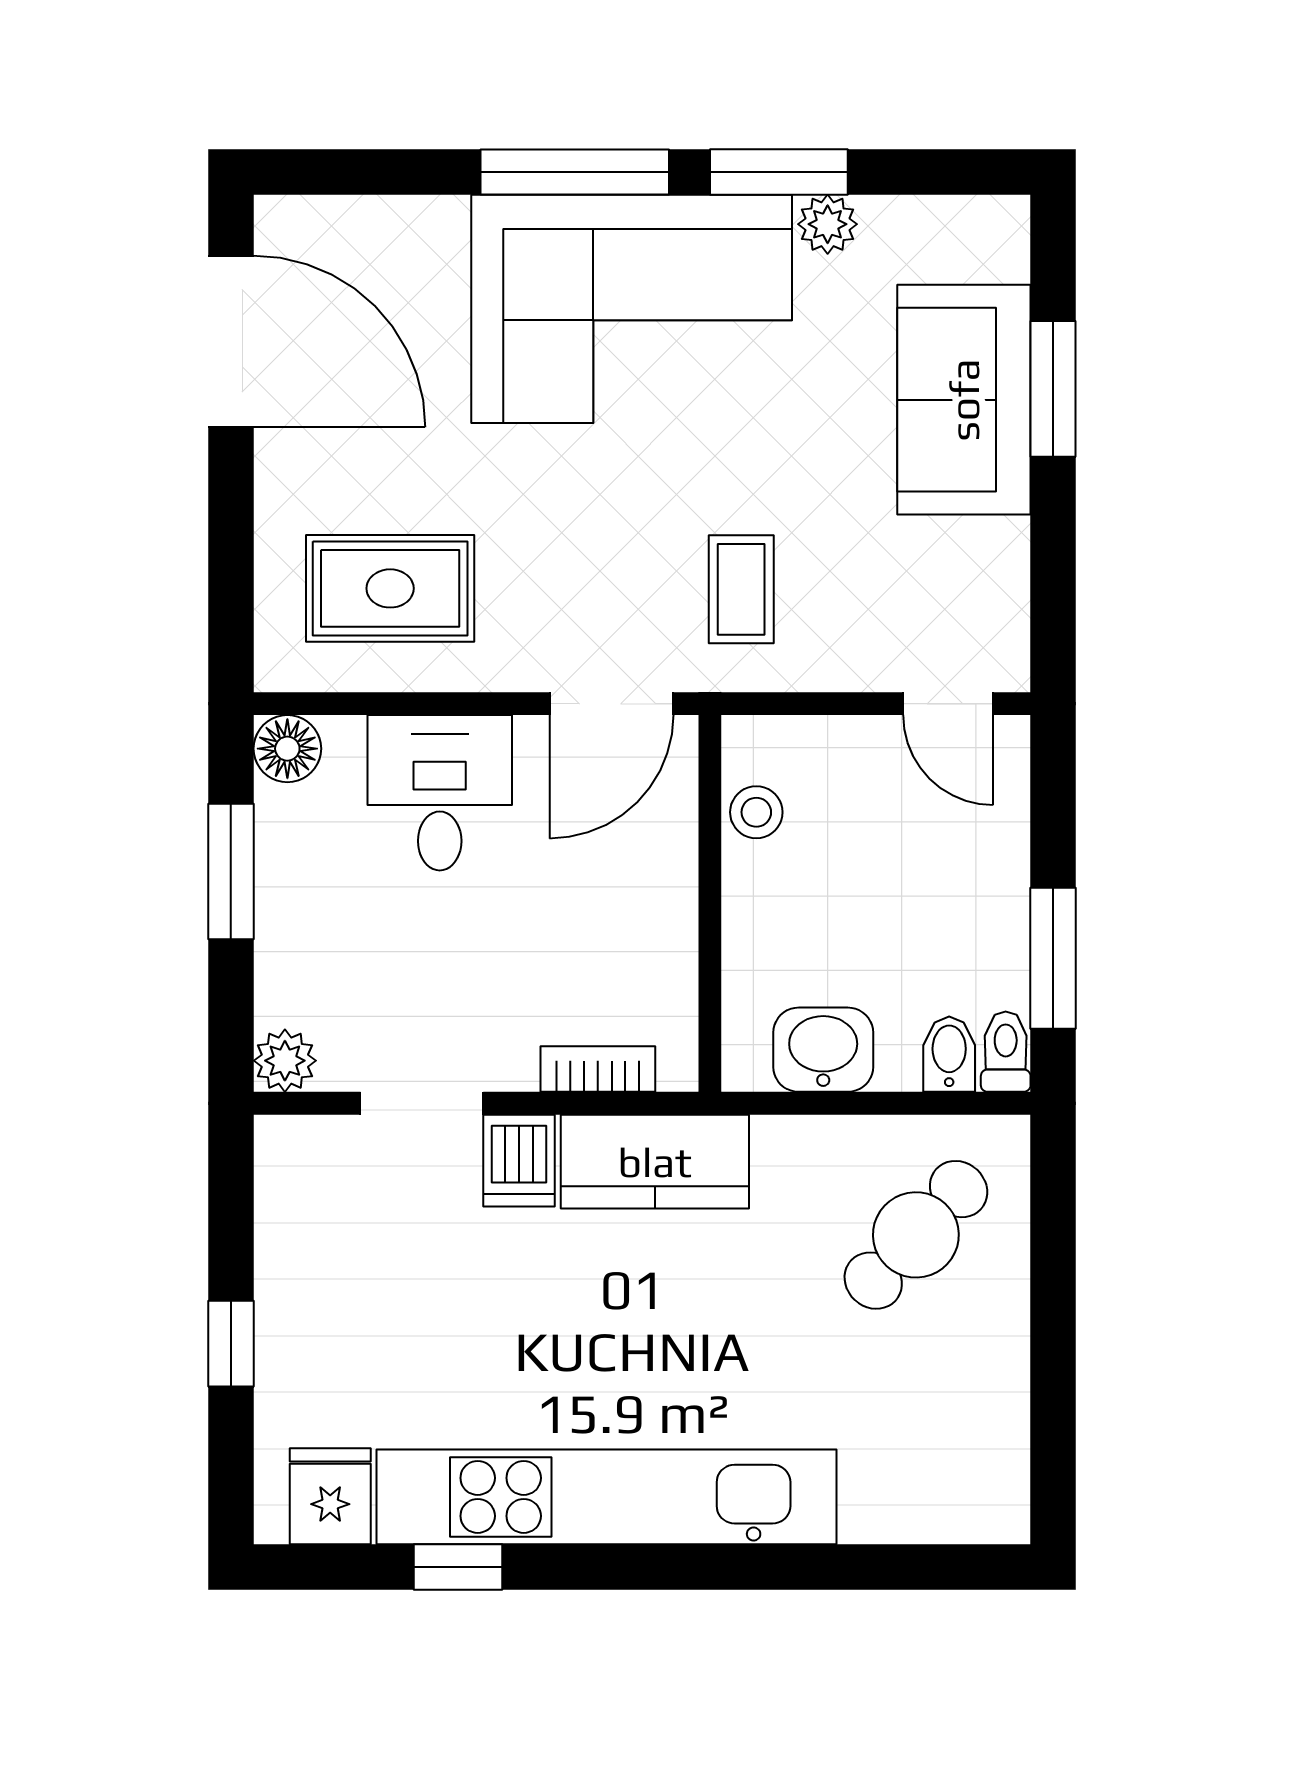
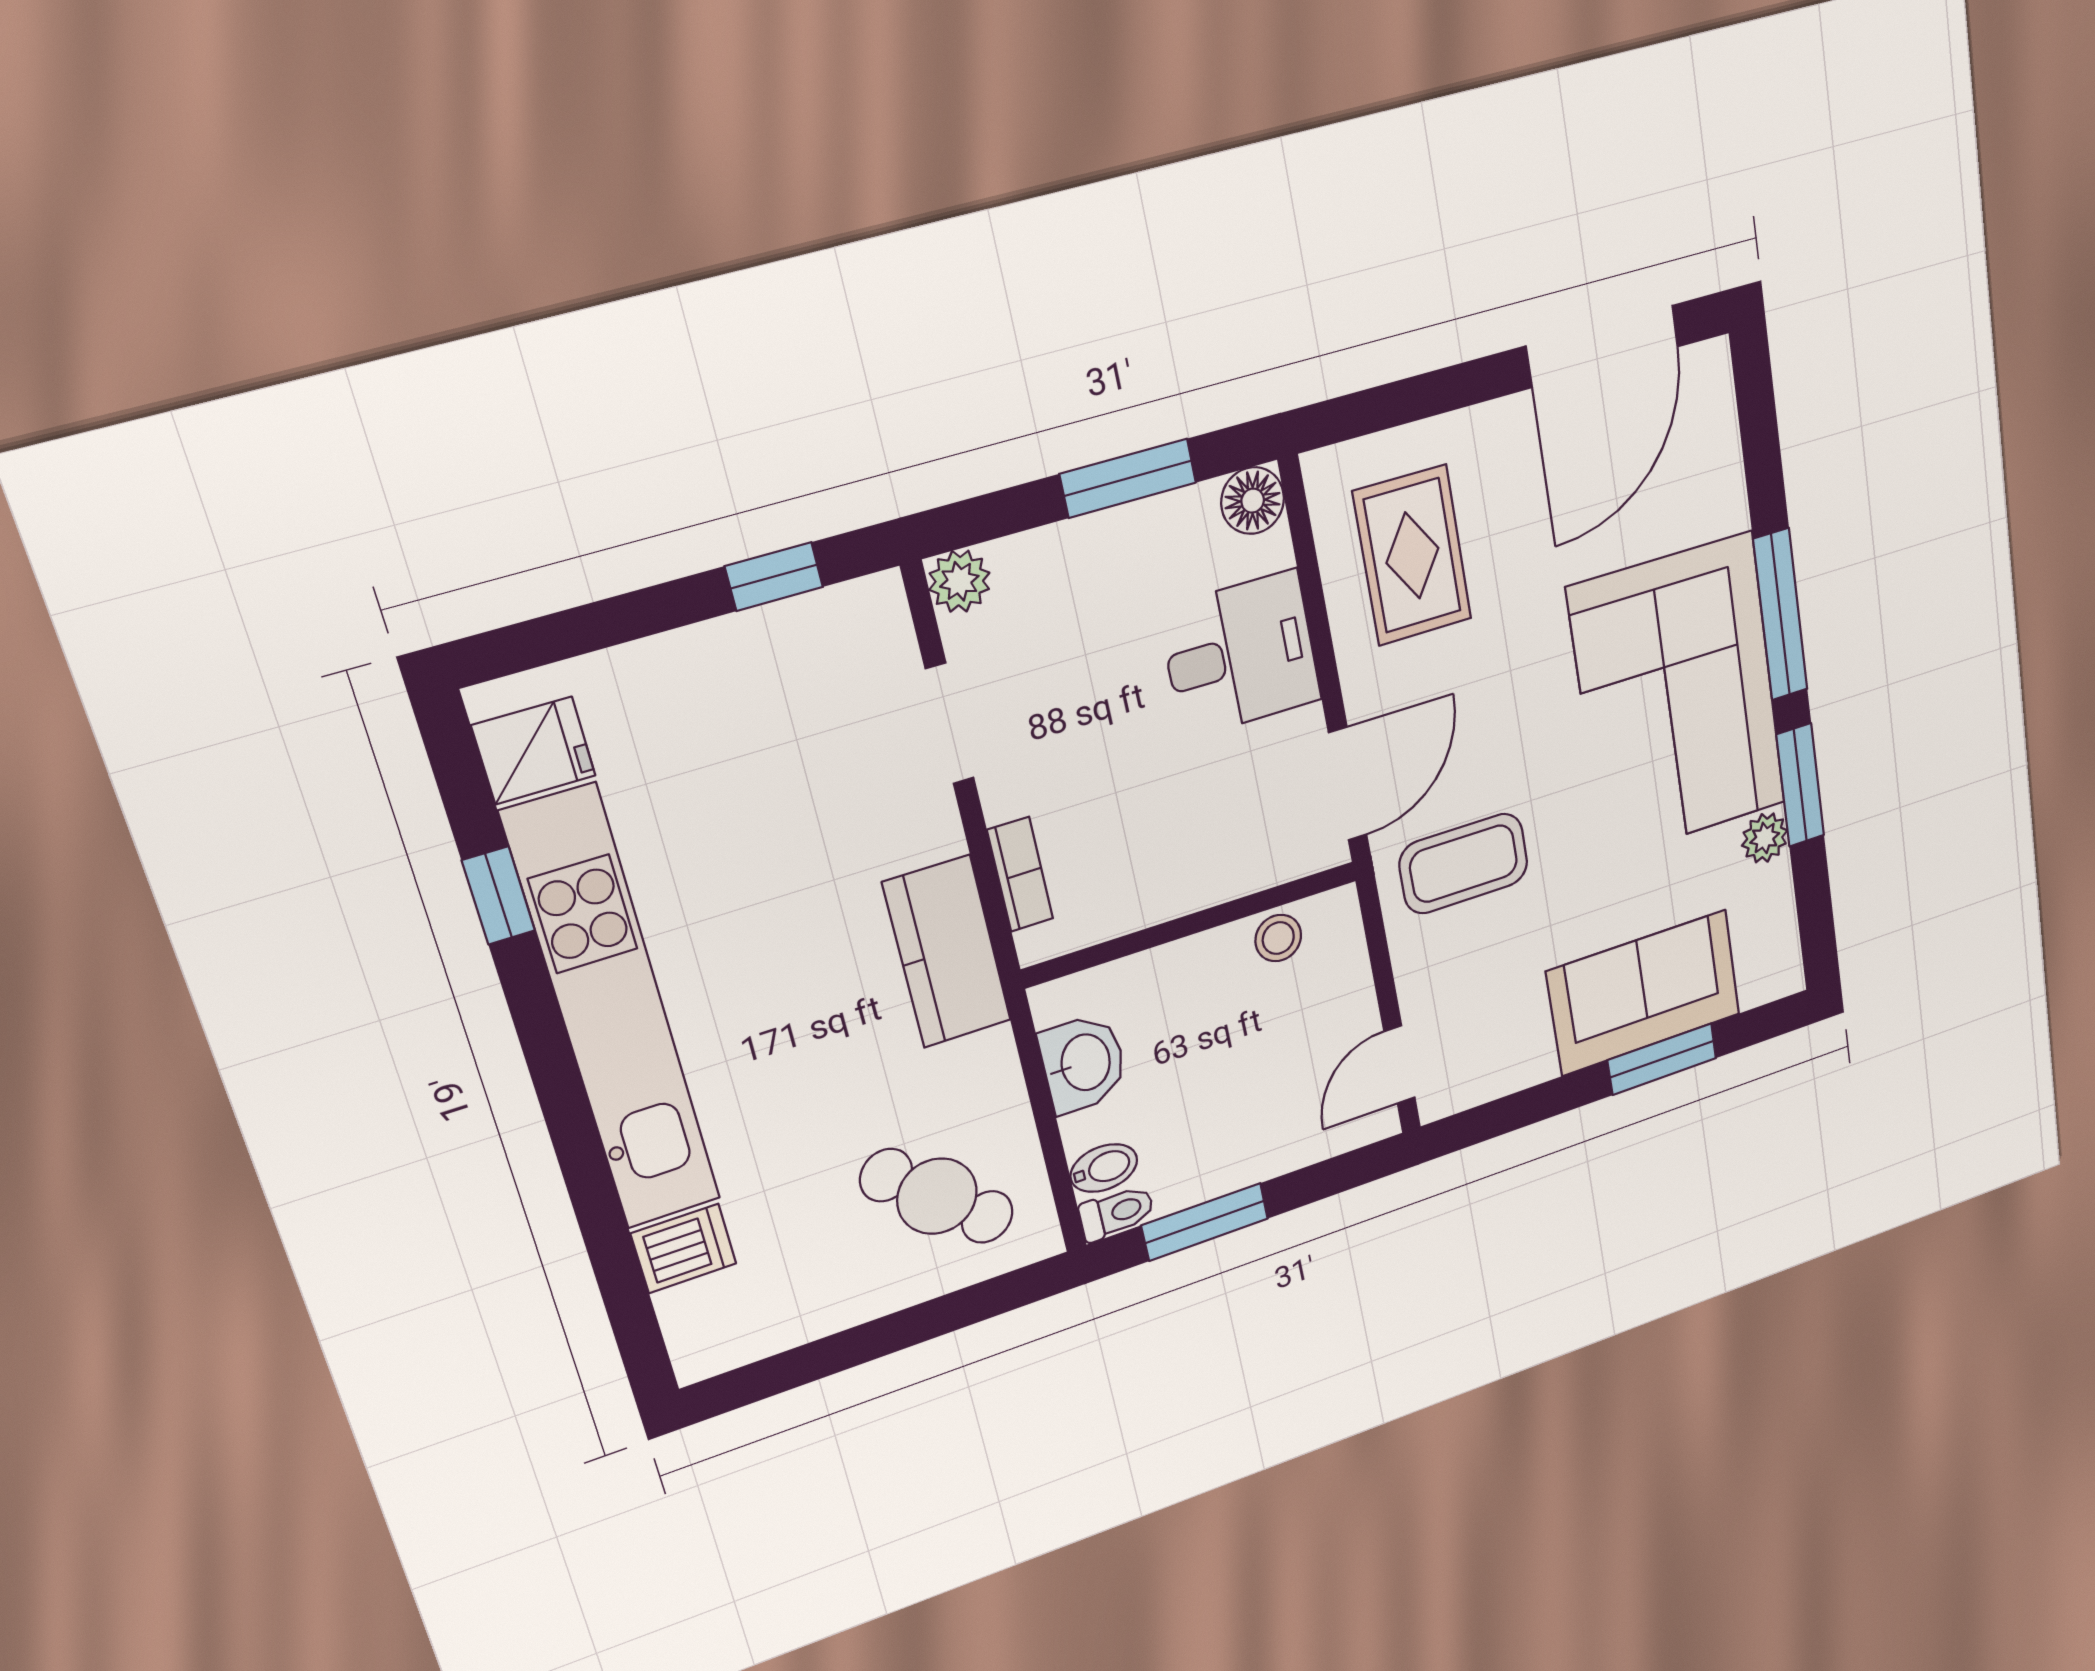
coffee table: (741, 589) -> (1464, 864), width x1.36, depth x1.30
door: (611, 704) -> (1348, 784), swing flipped
dishwasher: (519, 1161) -> (684, 1248), moved, turned 180
window: (231, 1344) -> (774, 577), moved

